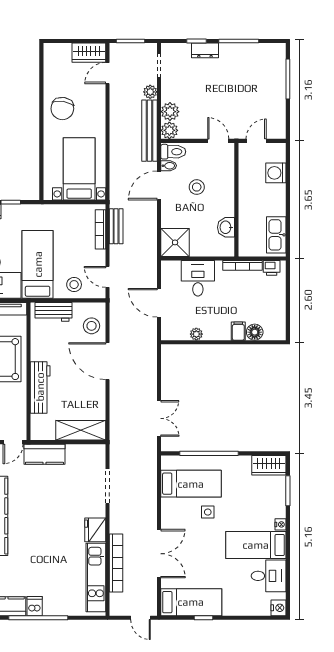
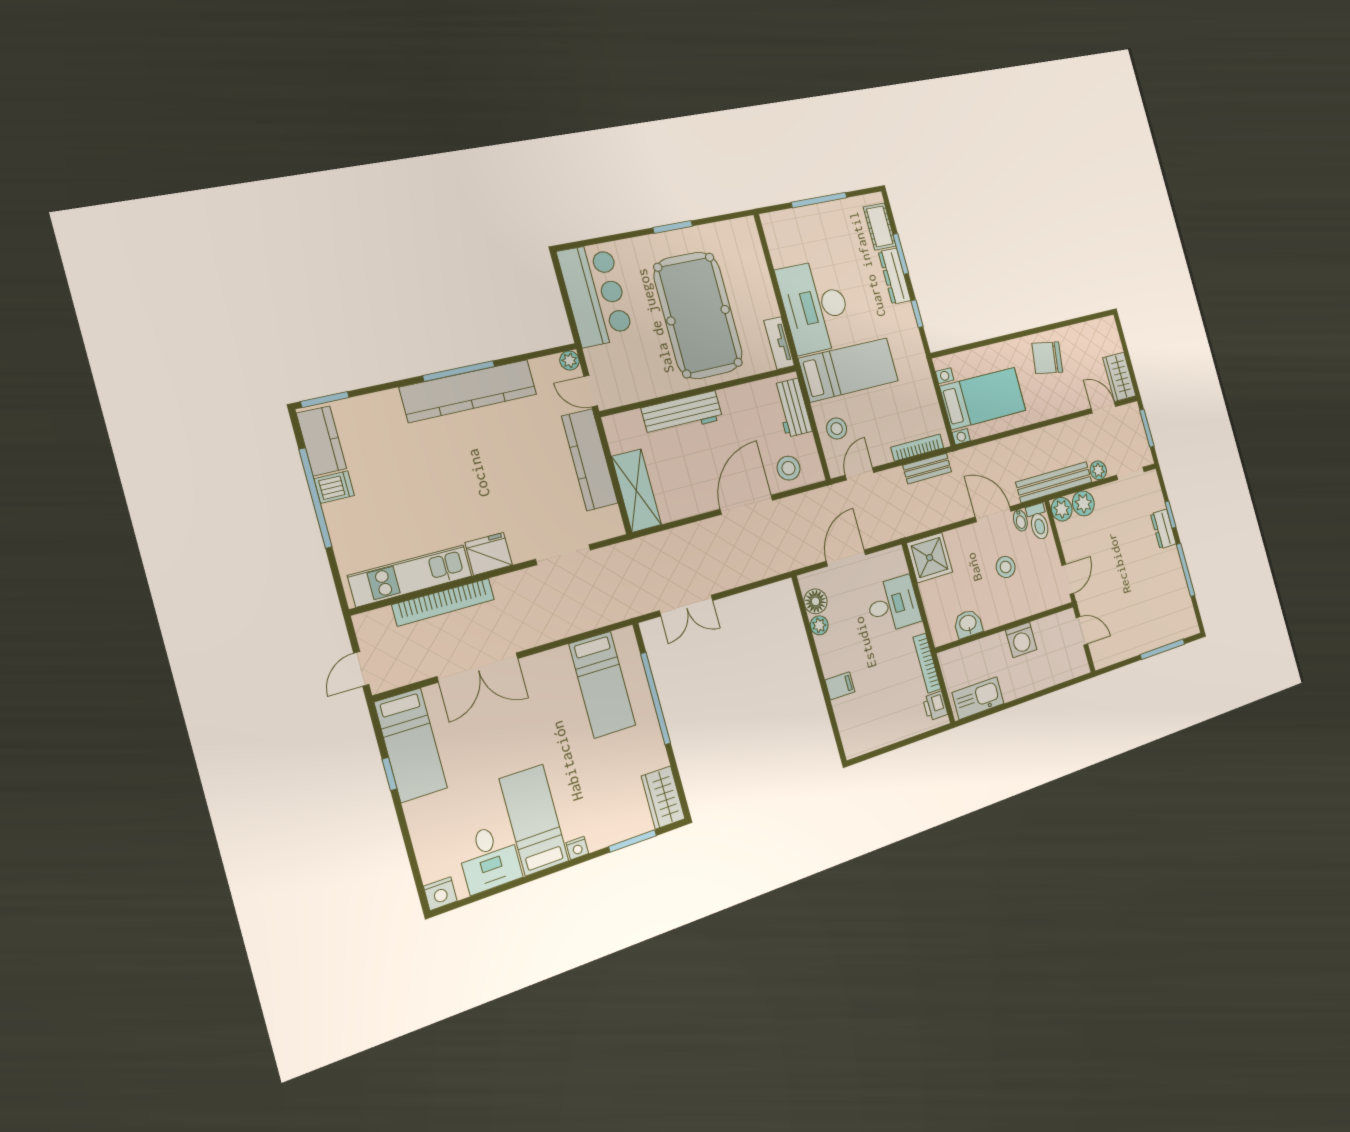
washing machine: (276, 173) -> (1021, 640), moved, turned 180
floor lamp: (255, 332) -> (815, 601), moved
kitchen counter: (44, 454) -> (590, 460), width x1.50
side table: (208, 512) -> (565, 725), removed

